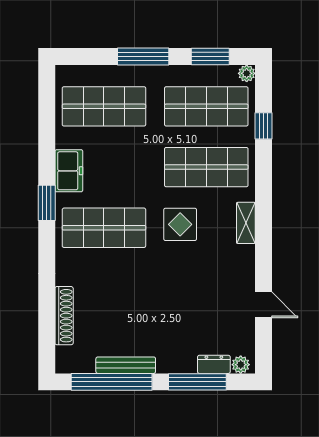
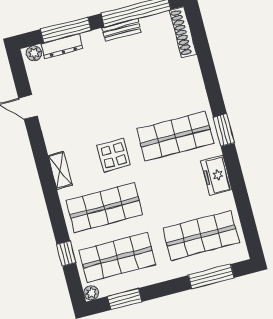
window: (143, 57) -> (211, 276), moved
window: (47, 203) -> (224, 130), moved
shoe rack: (64, 316) -> (183, 32), moved
dresser: (214, 364) -> (62, 46), width x1.44
bench: (126, 365) -> (122, 30), width x0.73

